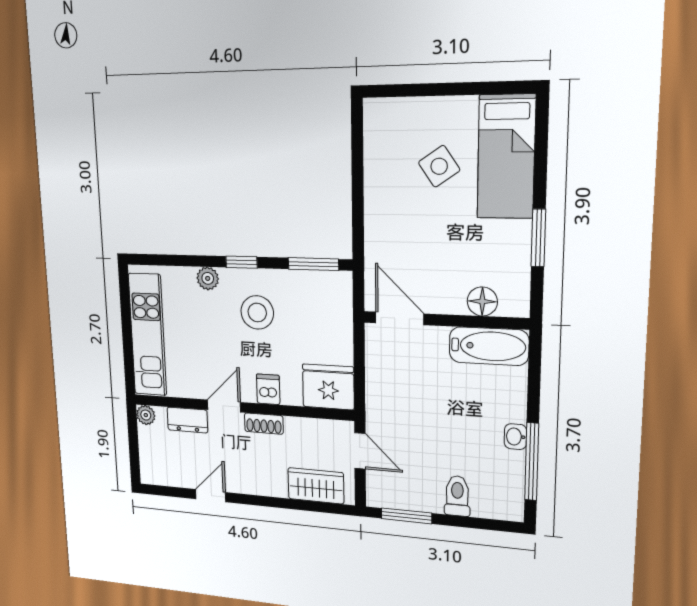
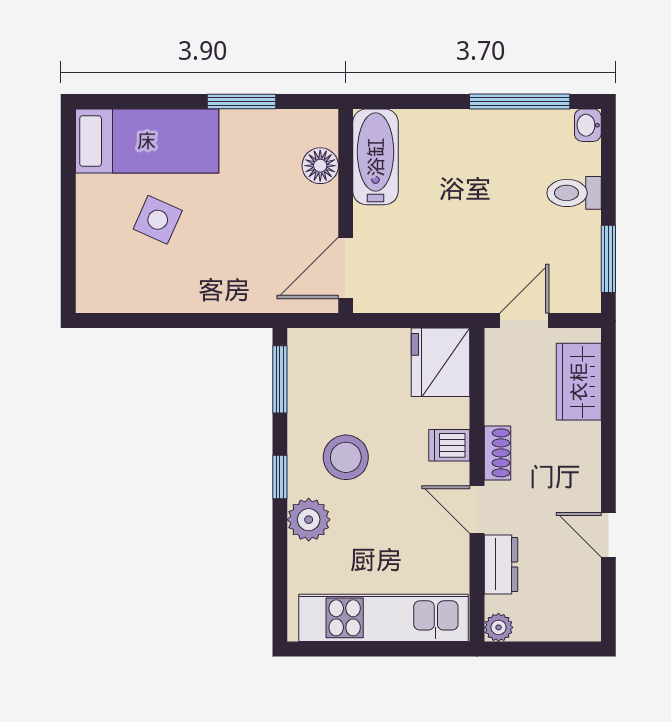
side table: (439, 166) -> (158, 220), turned -32
plant: (208, 278) -> (309, 520), width x1.38, depth x1.38
washbasin: (515, 437) -> (588, 125), moved, turned 90

